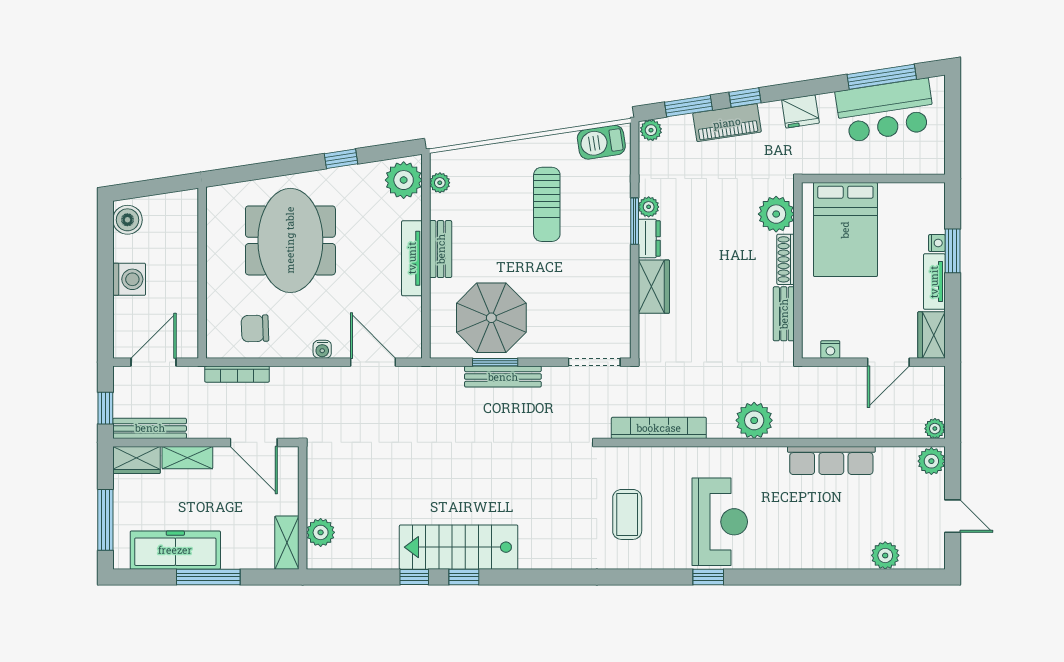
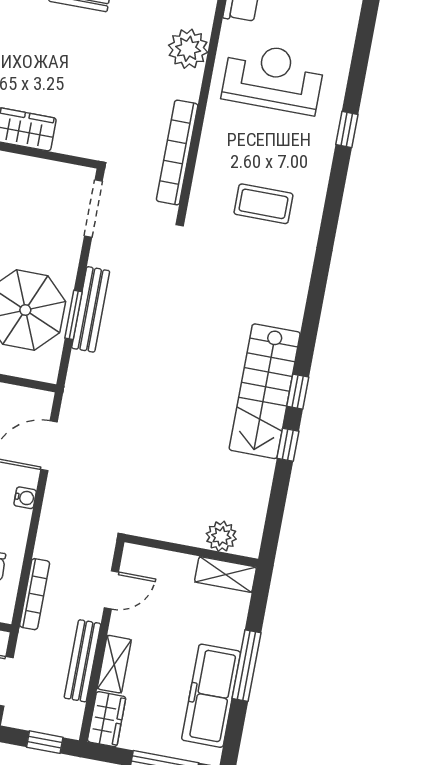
bench: (150, 428) -> (82, 661), moved
door: (254, 442) -> (111, 590), width x0.73
reception desk: (720, 522) -> (273, 78), moved

